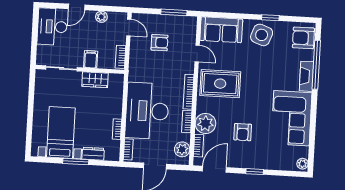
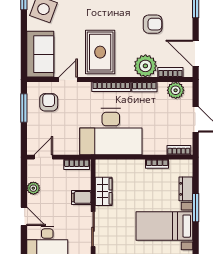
armchair: (159, 43) -> (49, 102), moved
desk: (147, 111) -> (111, 132), moved

